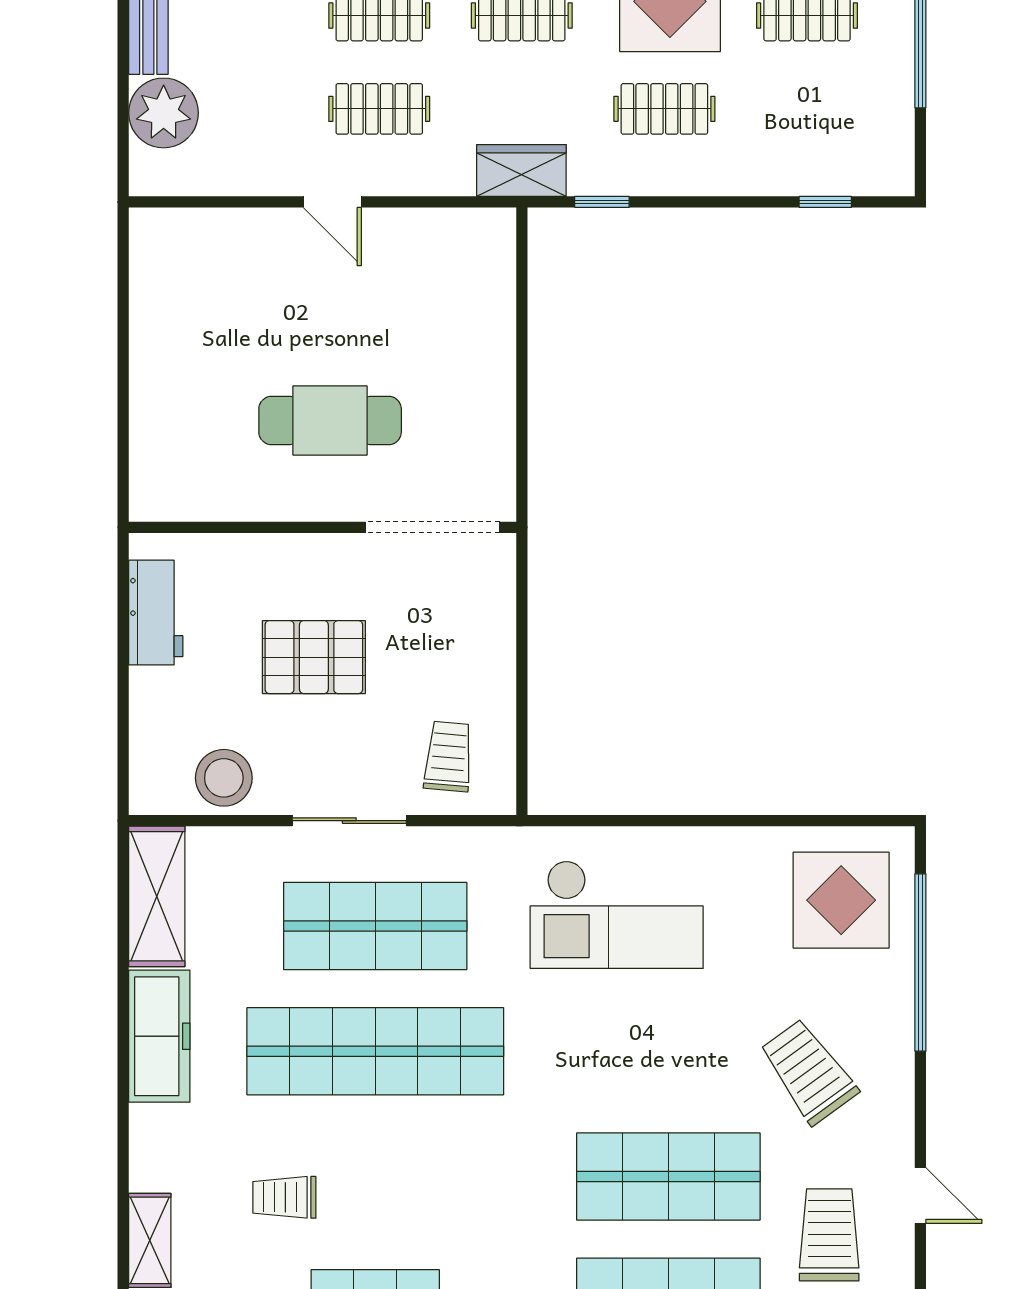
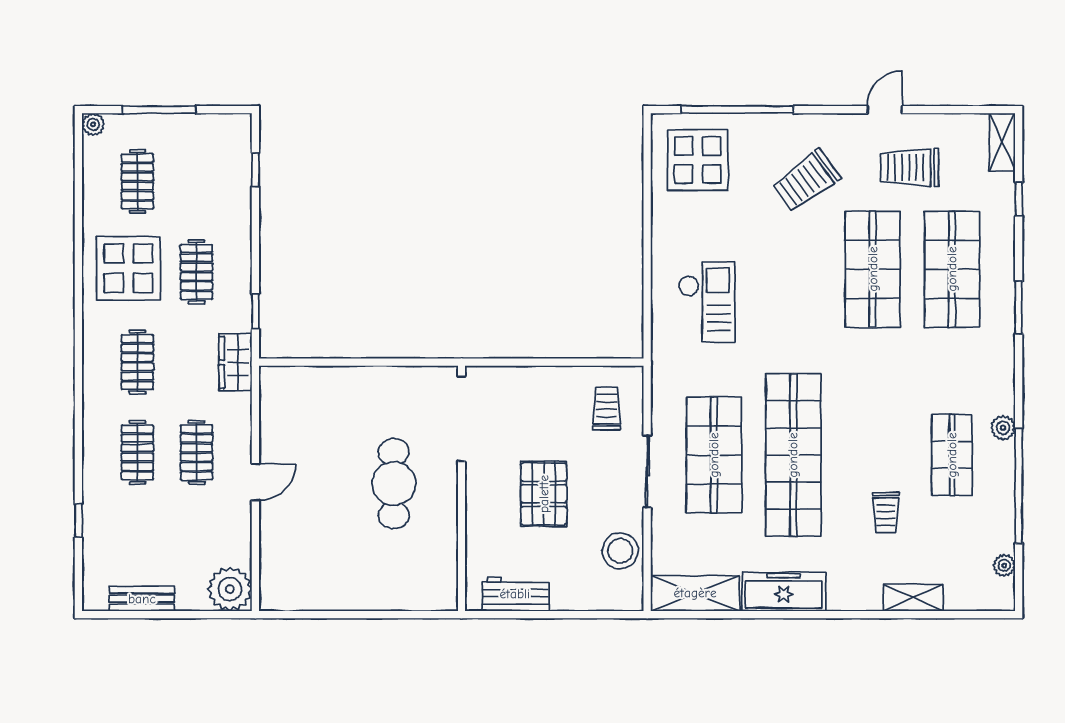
plant: (164, 113) -> (230, 589), moved
trolley: (448, 756) -> (607, 409), turned 85
checkout: (617, 915) -> (707, 302), width x0.73, depth x0.83

